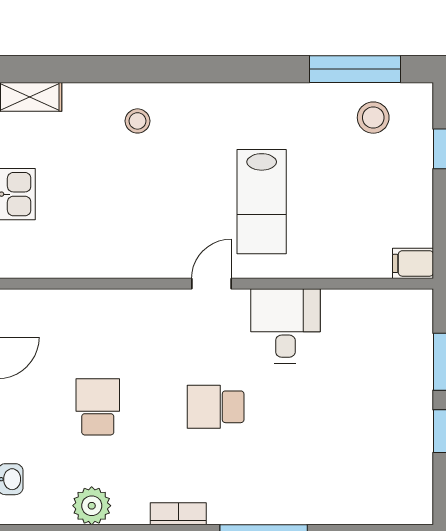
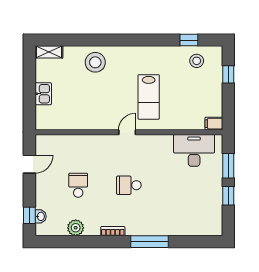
window: (355, 69) -> (189, 40), width x0.46
stool: (137, 121) -> (95, 62), width x1.89, depth x1.89
desk: (285, 326) -> (194, 150), moved, width x1.37

